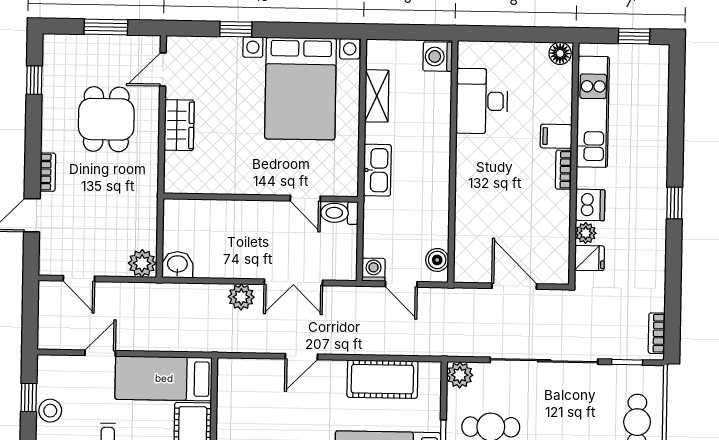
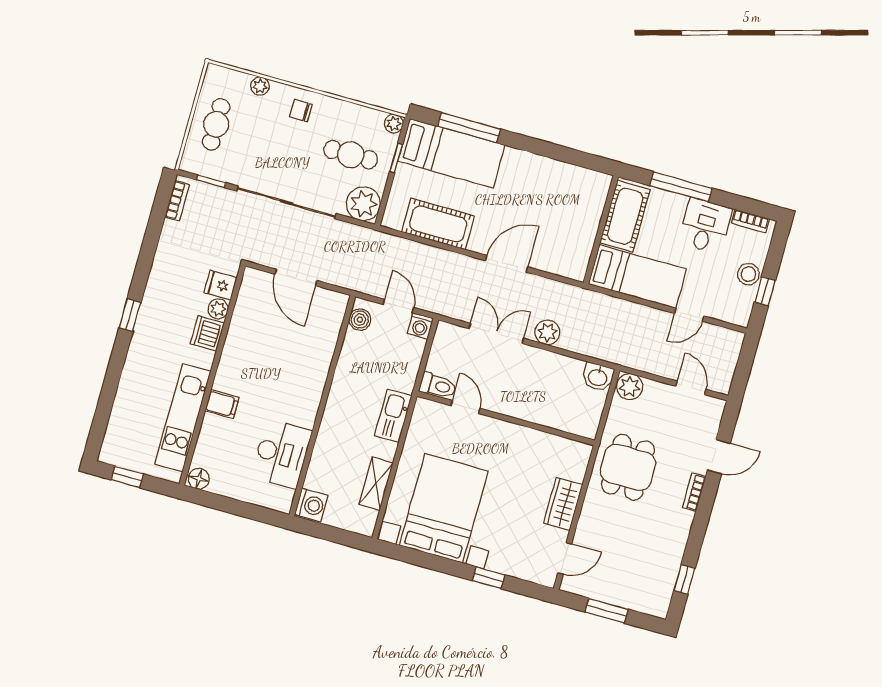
dining table: (106, 119) -> (628, 467), moved
bookcase: (563, 170) -> (223, 372), removed
door: (301, 357) -> (507, 264), width x1.38
plant: (460, 375) -> (363, 204), width x1.36, depth x1.36

